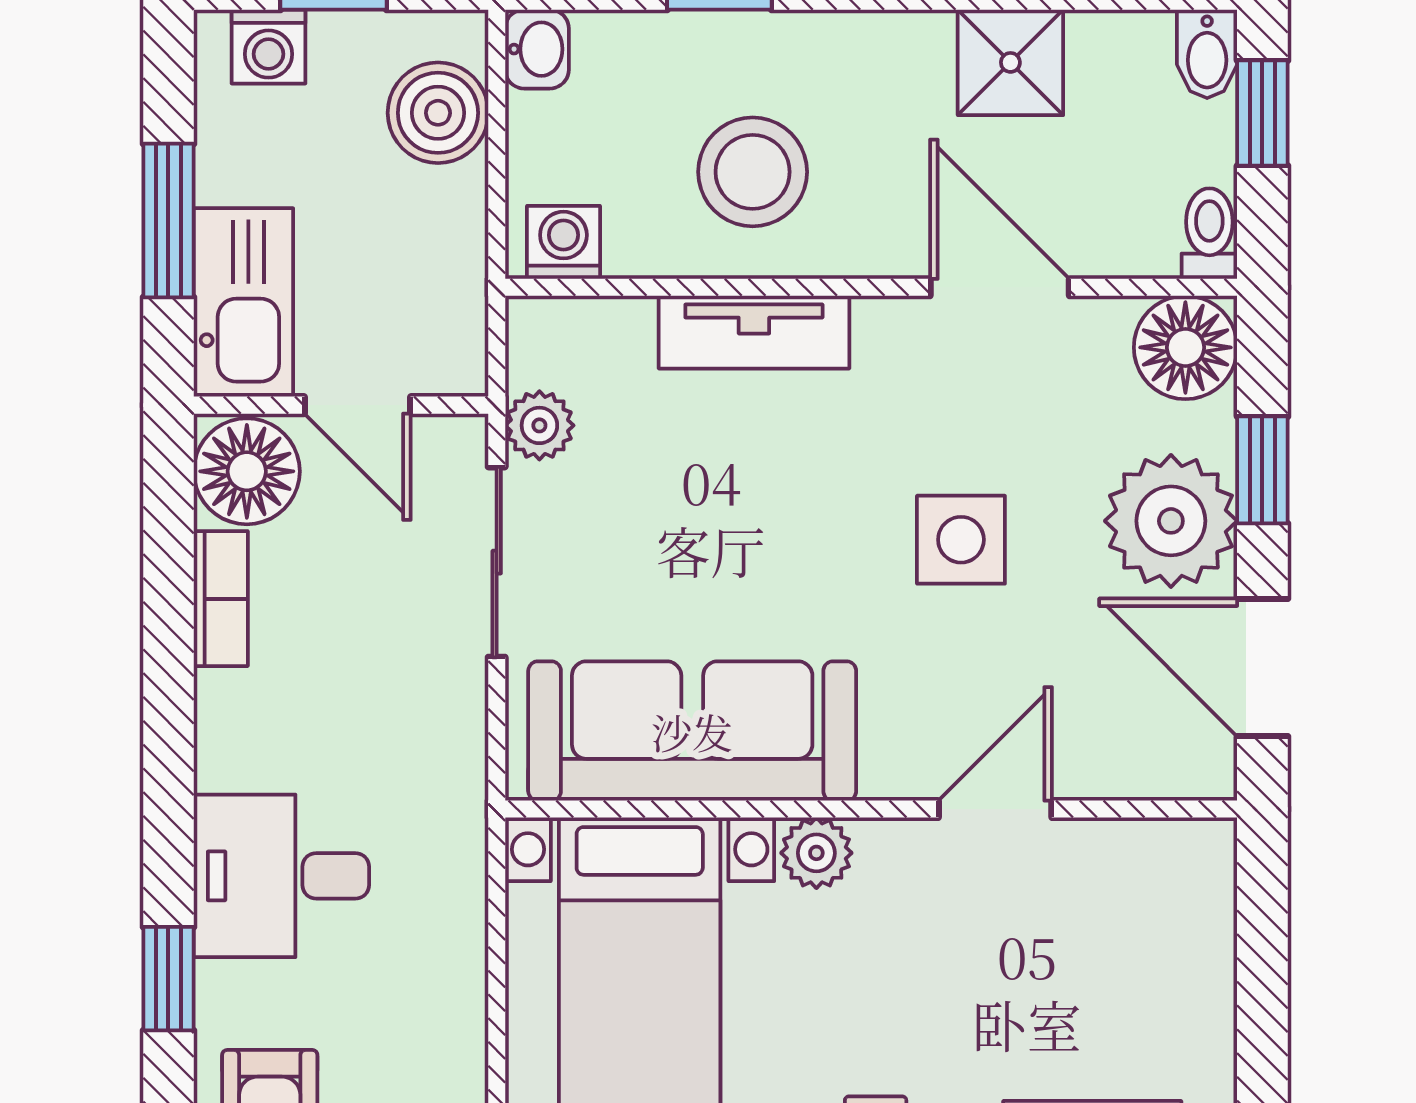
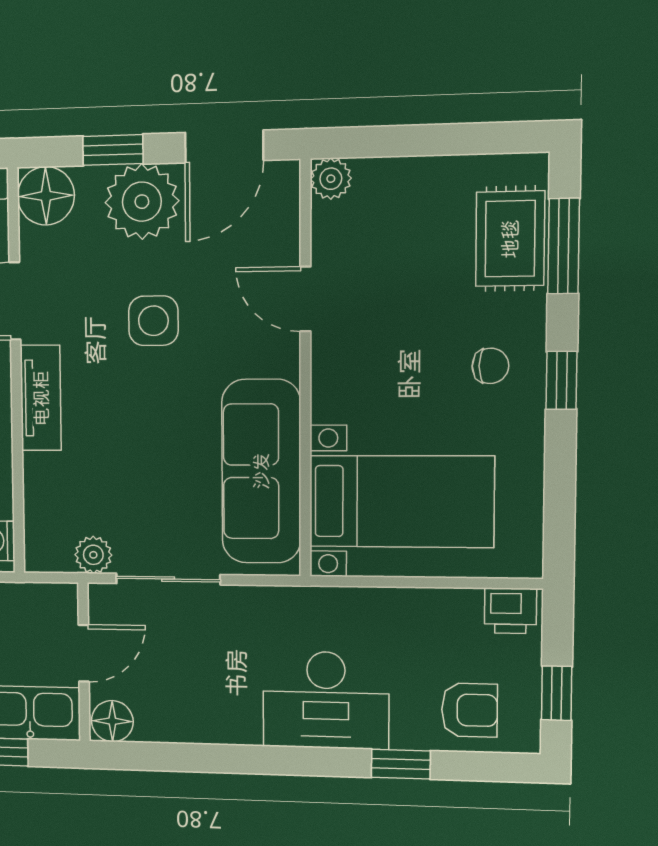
tv unit: (754, 332) -> (41, 398), moved
floor lamp: (247, 471) -> (112, 721), width x0.73, depth x0.73
bookcase: (221, 599) -> (189, 729), removed
plant: (816, 853) -> (331, 179), moved
desk: (281, 876) -> (326, 700), width x1.37

